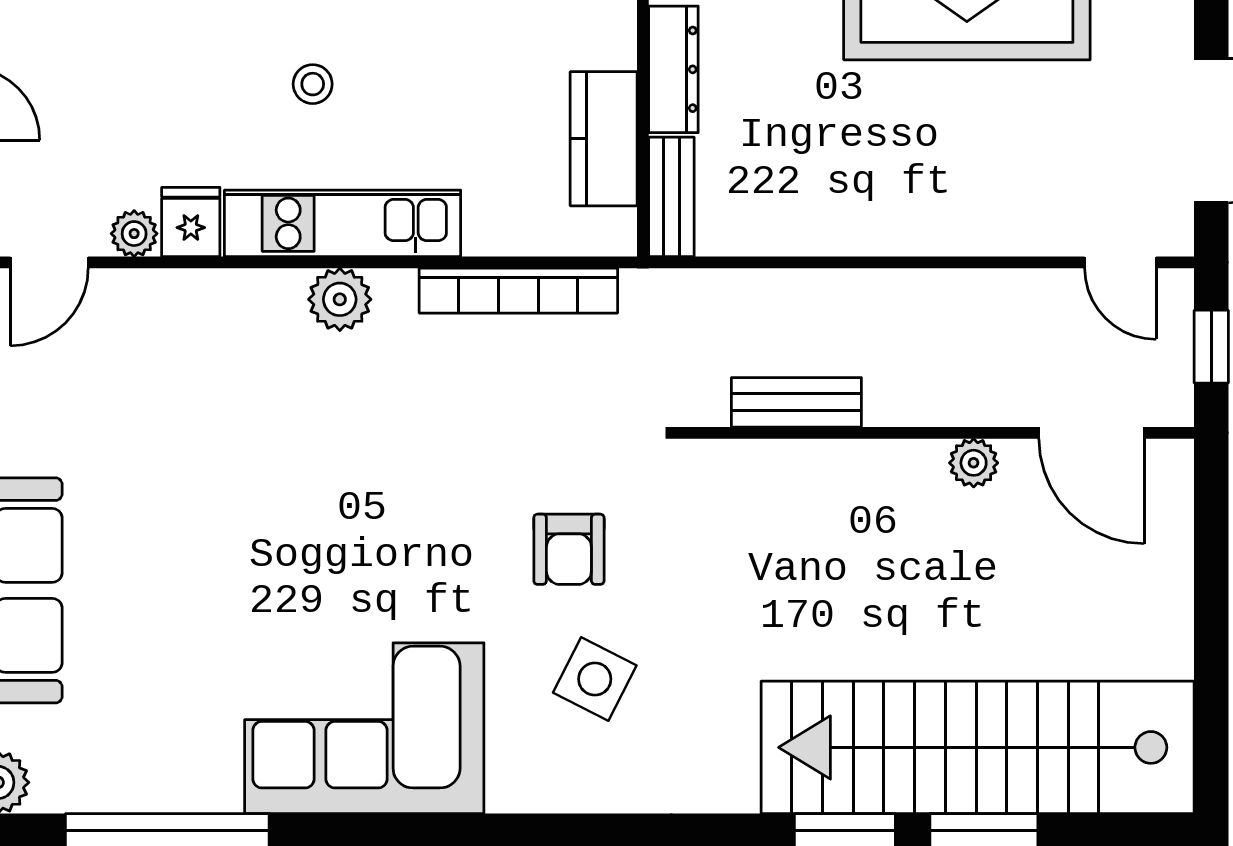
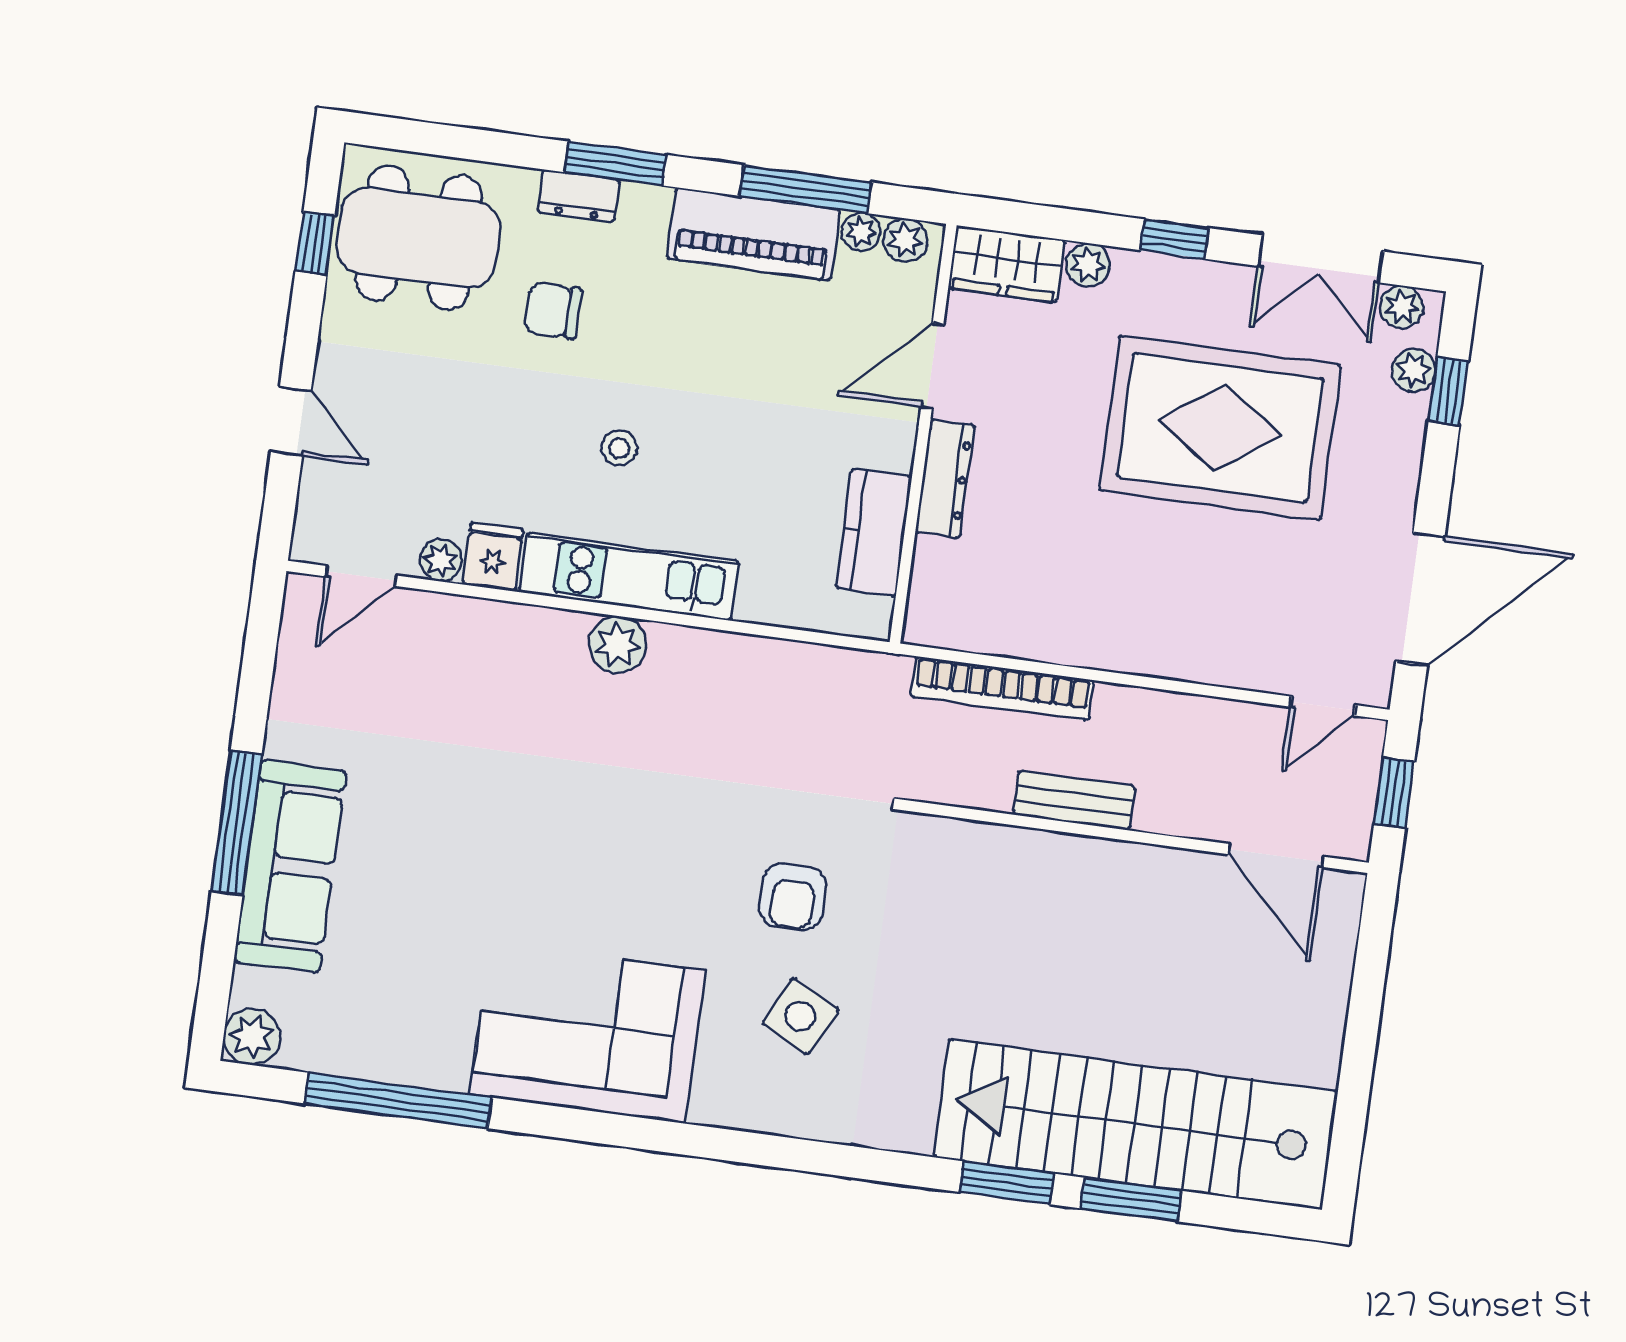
bench: (671, 197) -> (928, 593), removed
door: (1120, 262) -> (1323, 706), hinge flipped
bookcase: (518, 291) -> (1002, 688), moved
bench: (796, 402) -> (1074, 800), moved
plant: (974, 463) -> (1167, 868), removed

